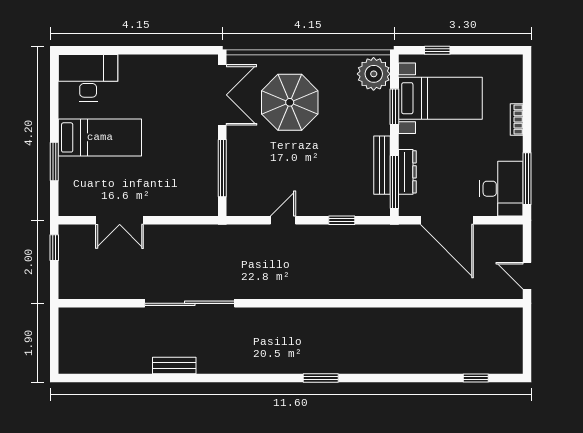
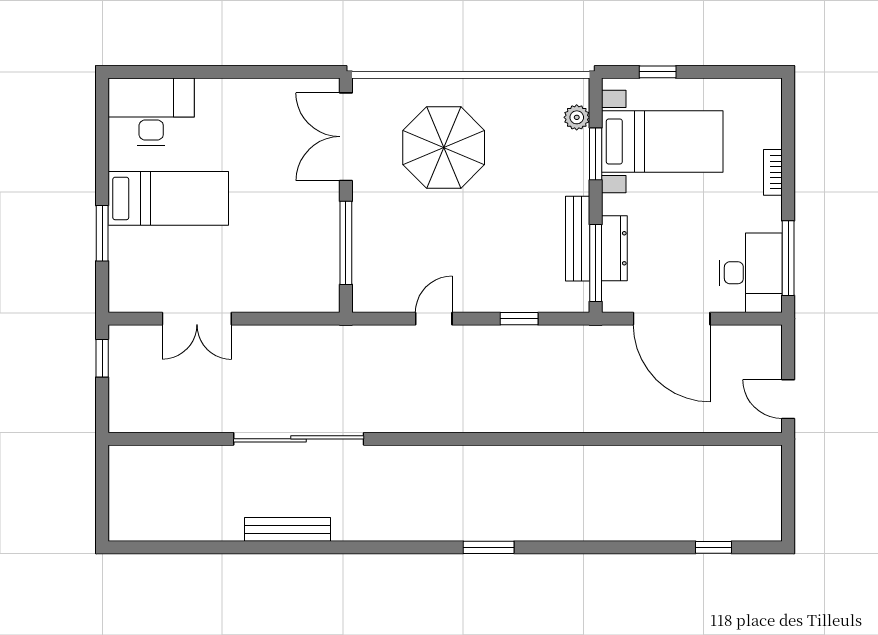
plant: (374, 74) -> (577, 117), width x0.53, depth x0.53
double door: (222, 95) -> (346, 137), swing flipped
bench: (174, 366) -> (288, 529), width x1.36

